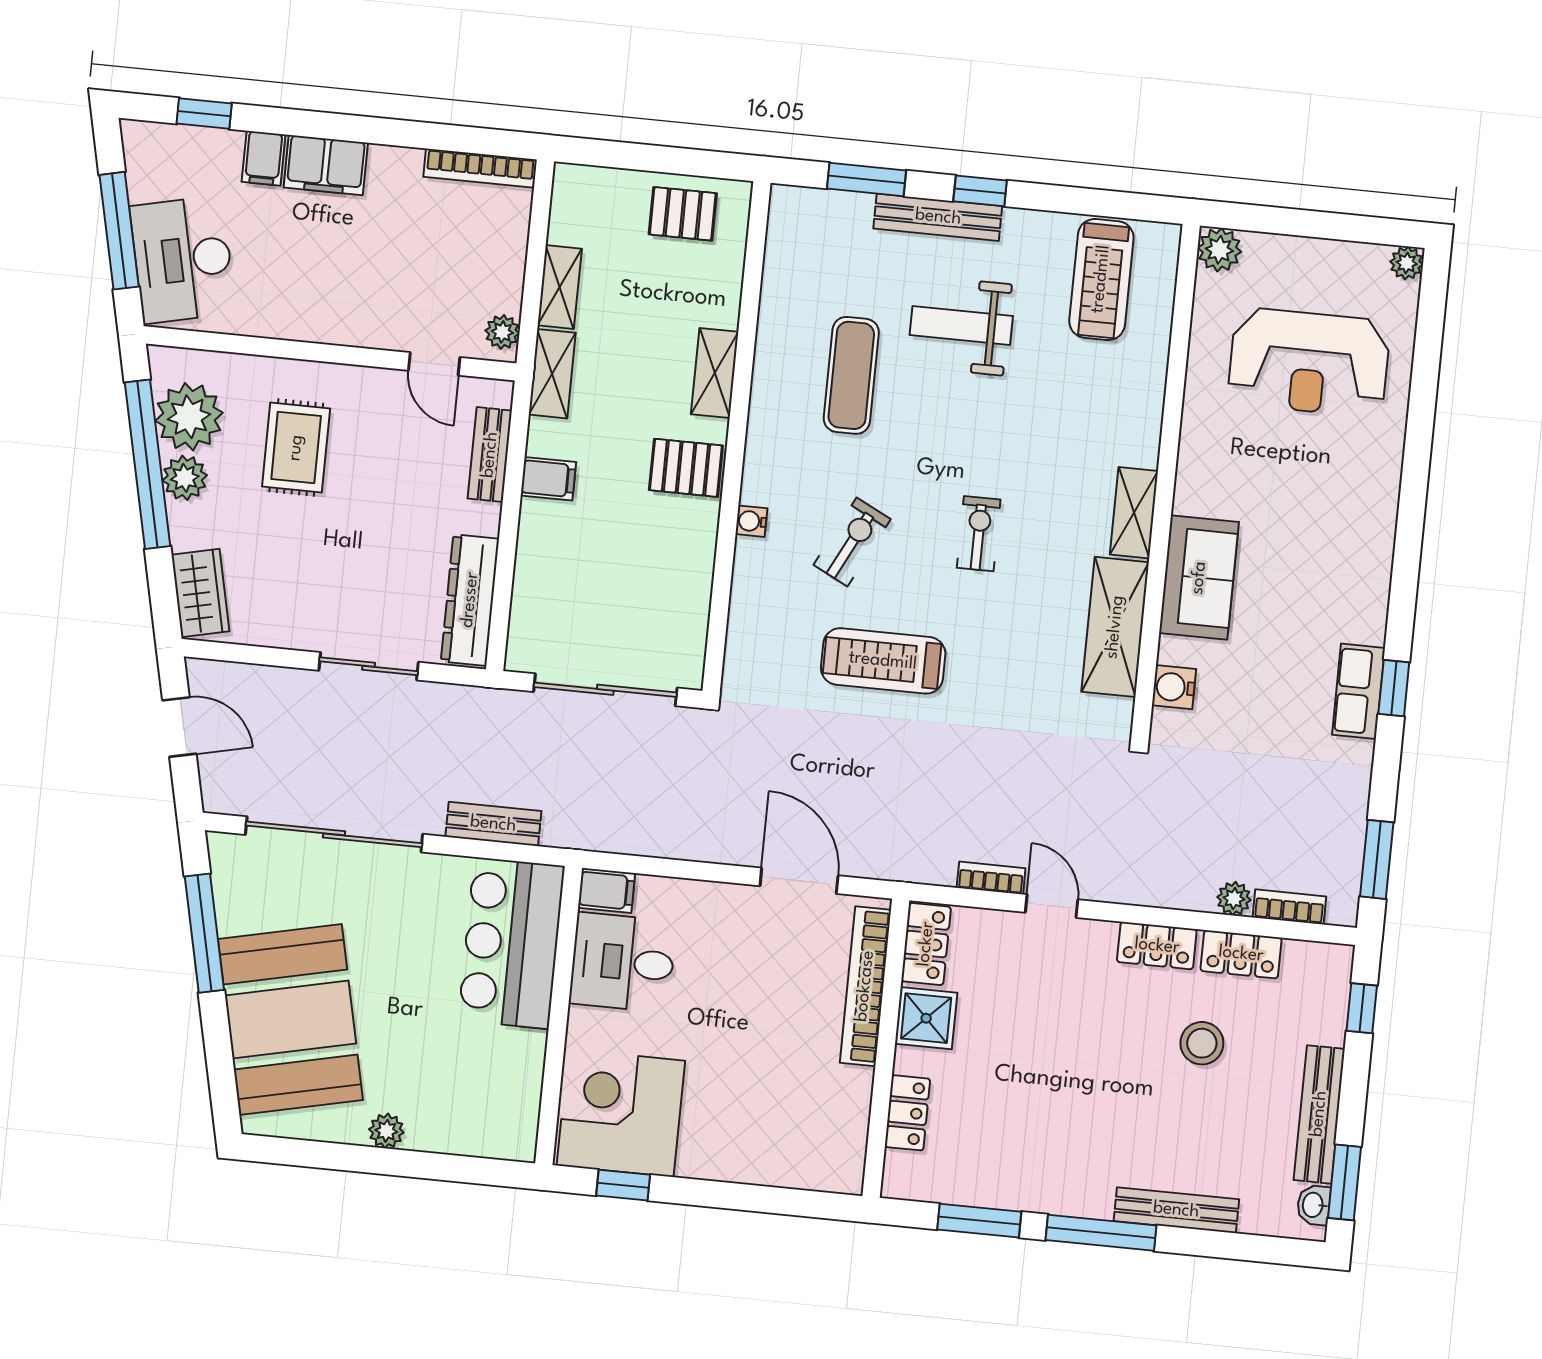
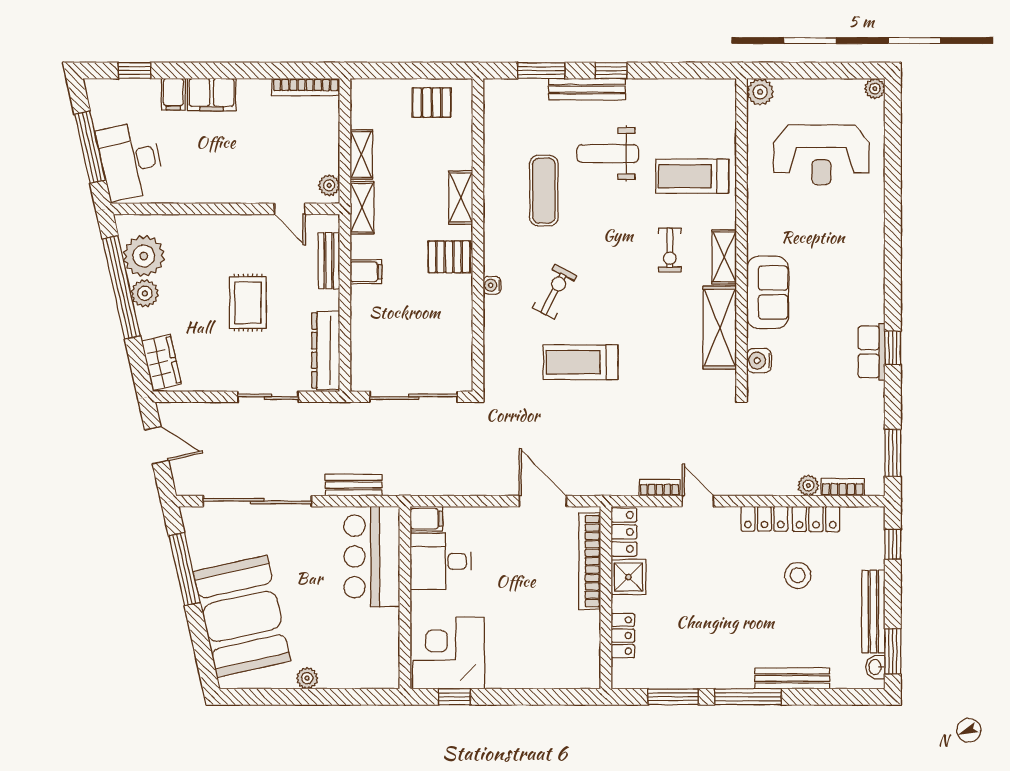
treadmill: (1101, 279) -> (692, 176), moved, turned 90
rug: (296, 448) -> (248, 303), moved
exercise bike: (979, 534) -> (670, 250), moved, turned 180

